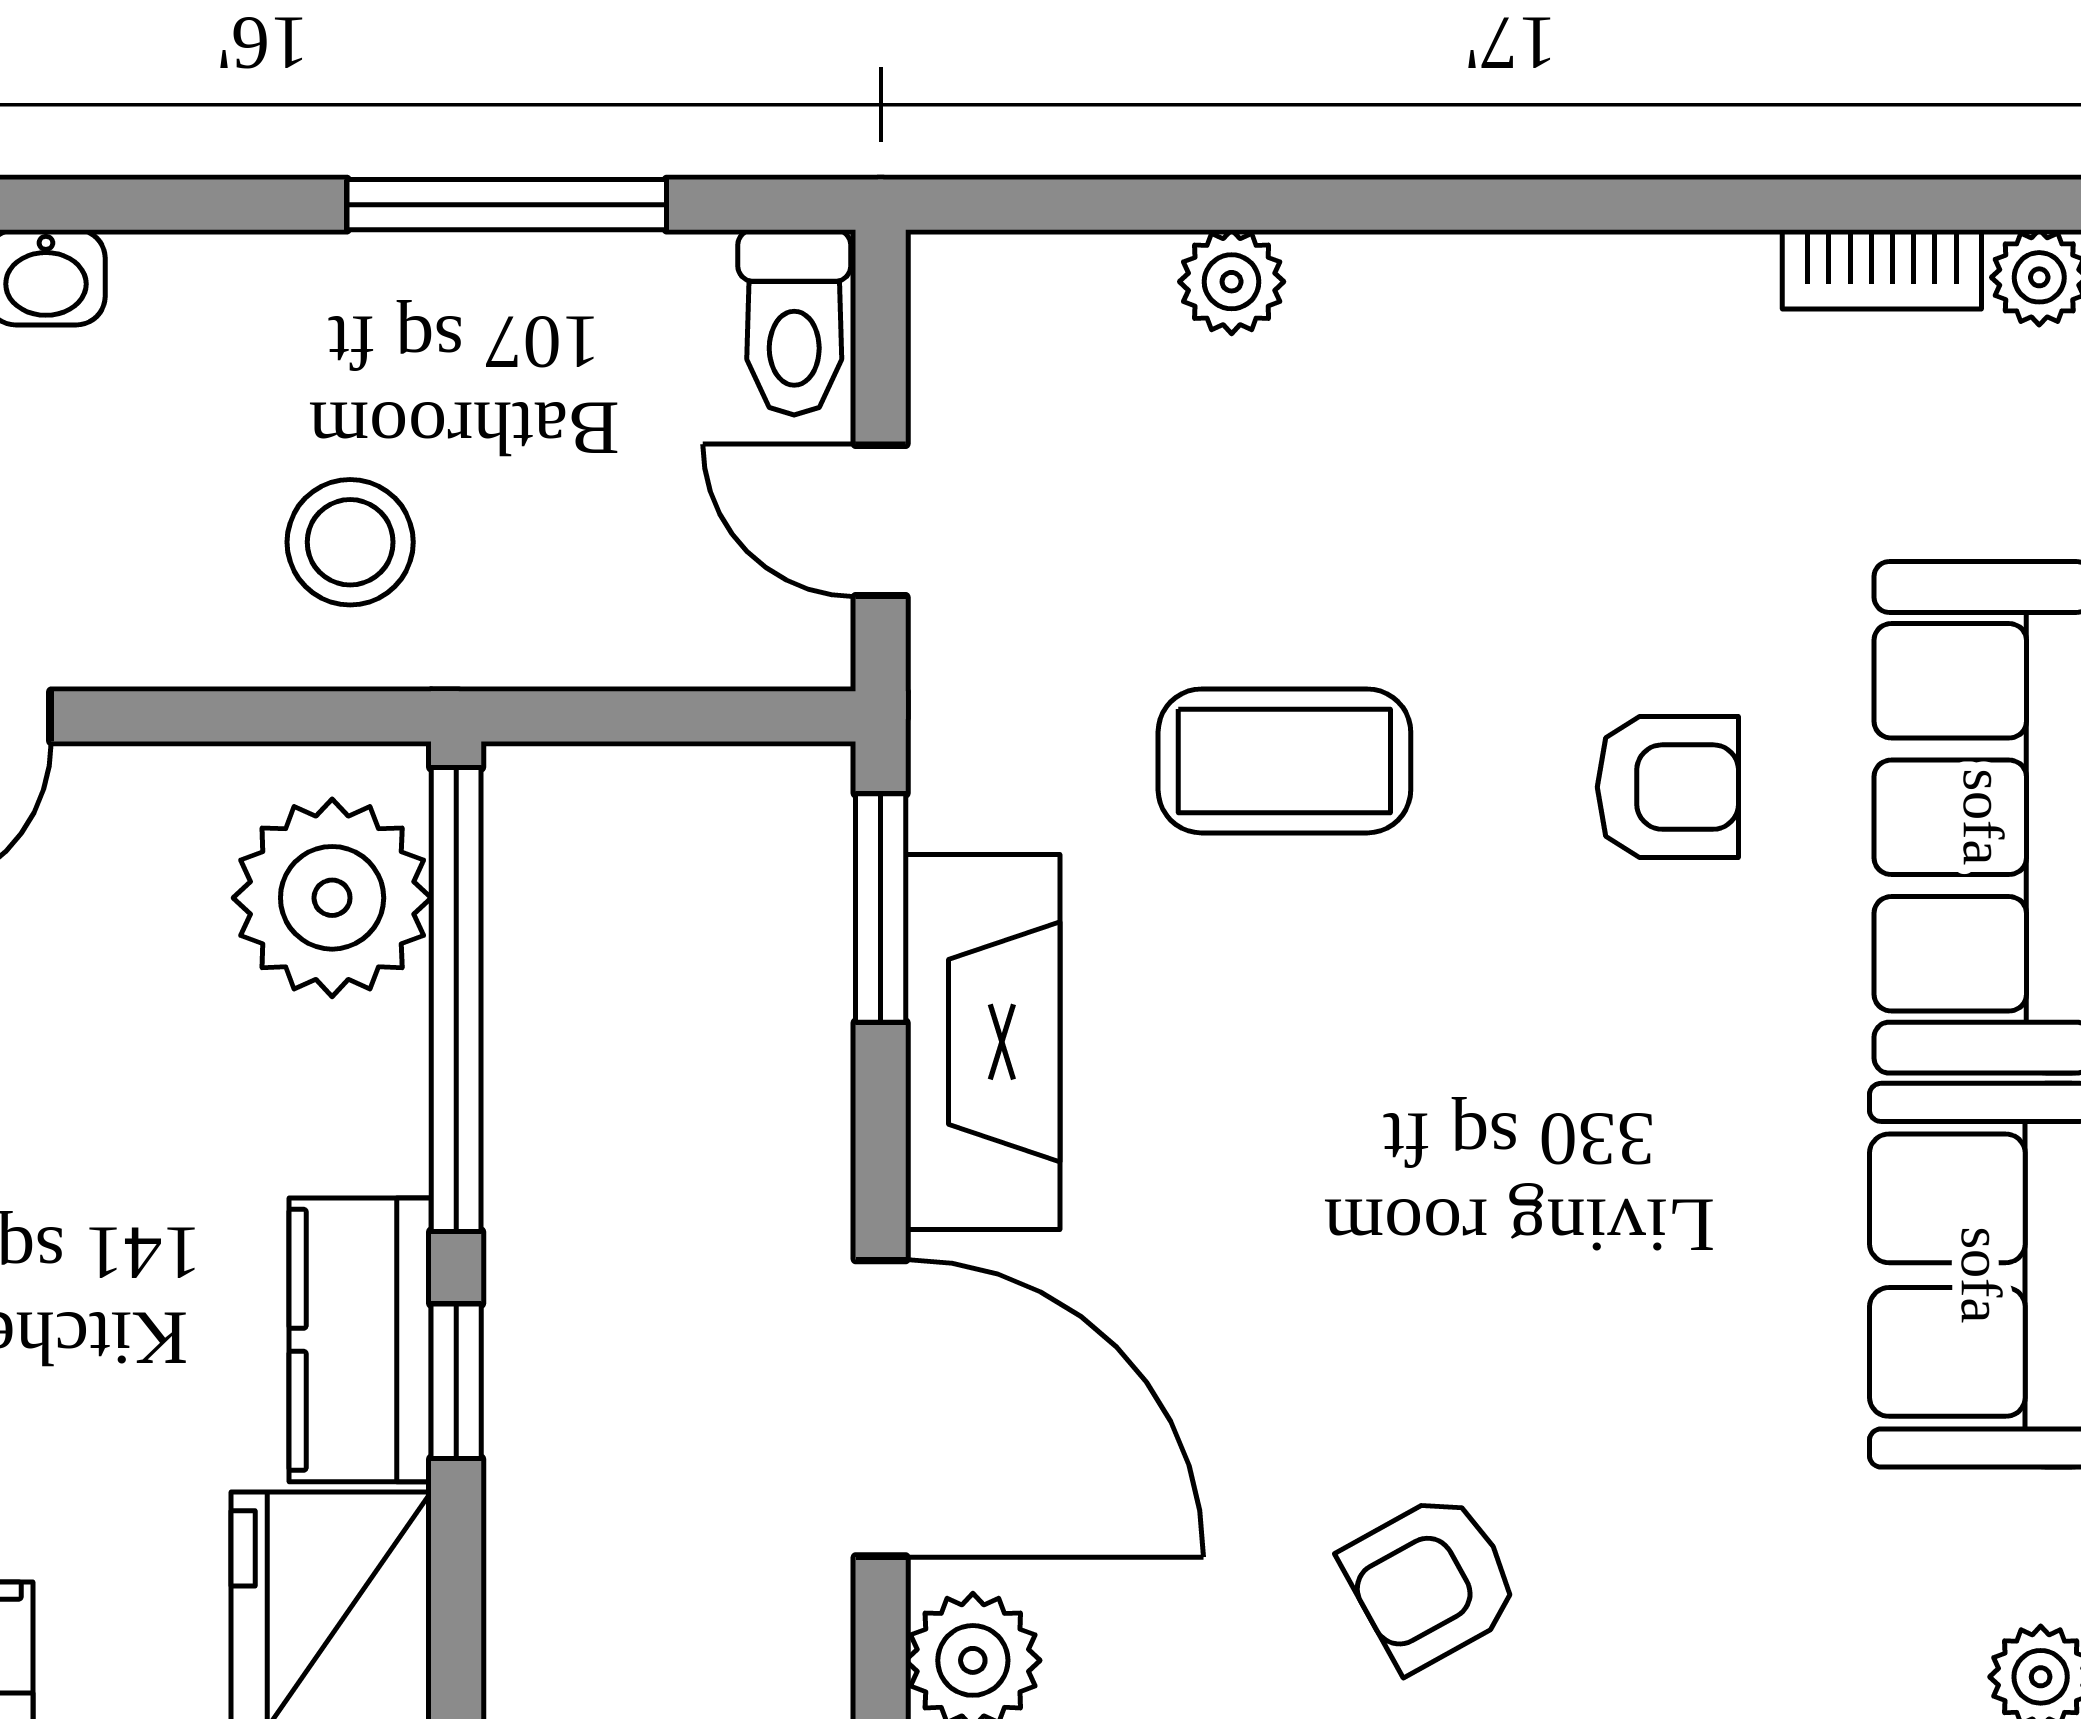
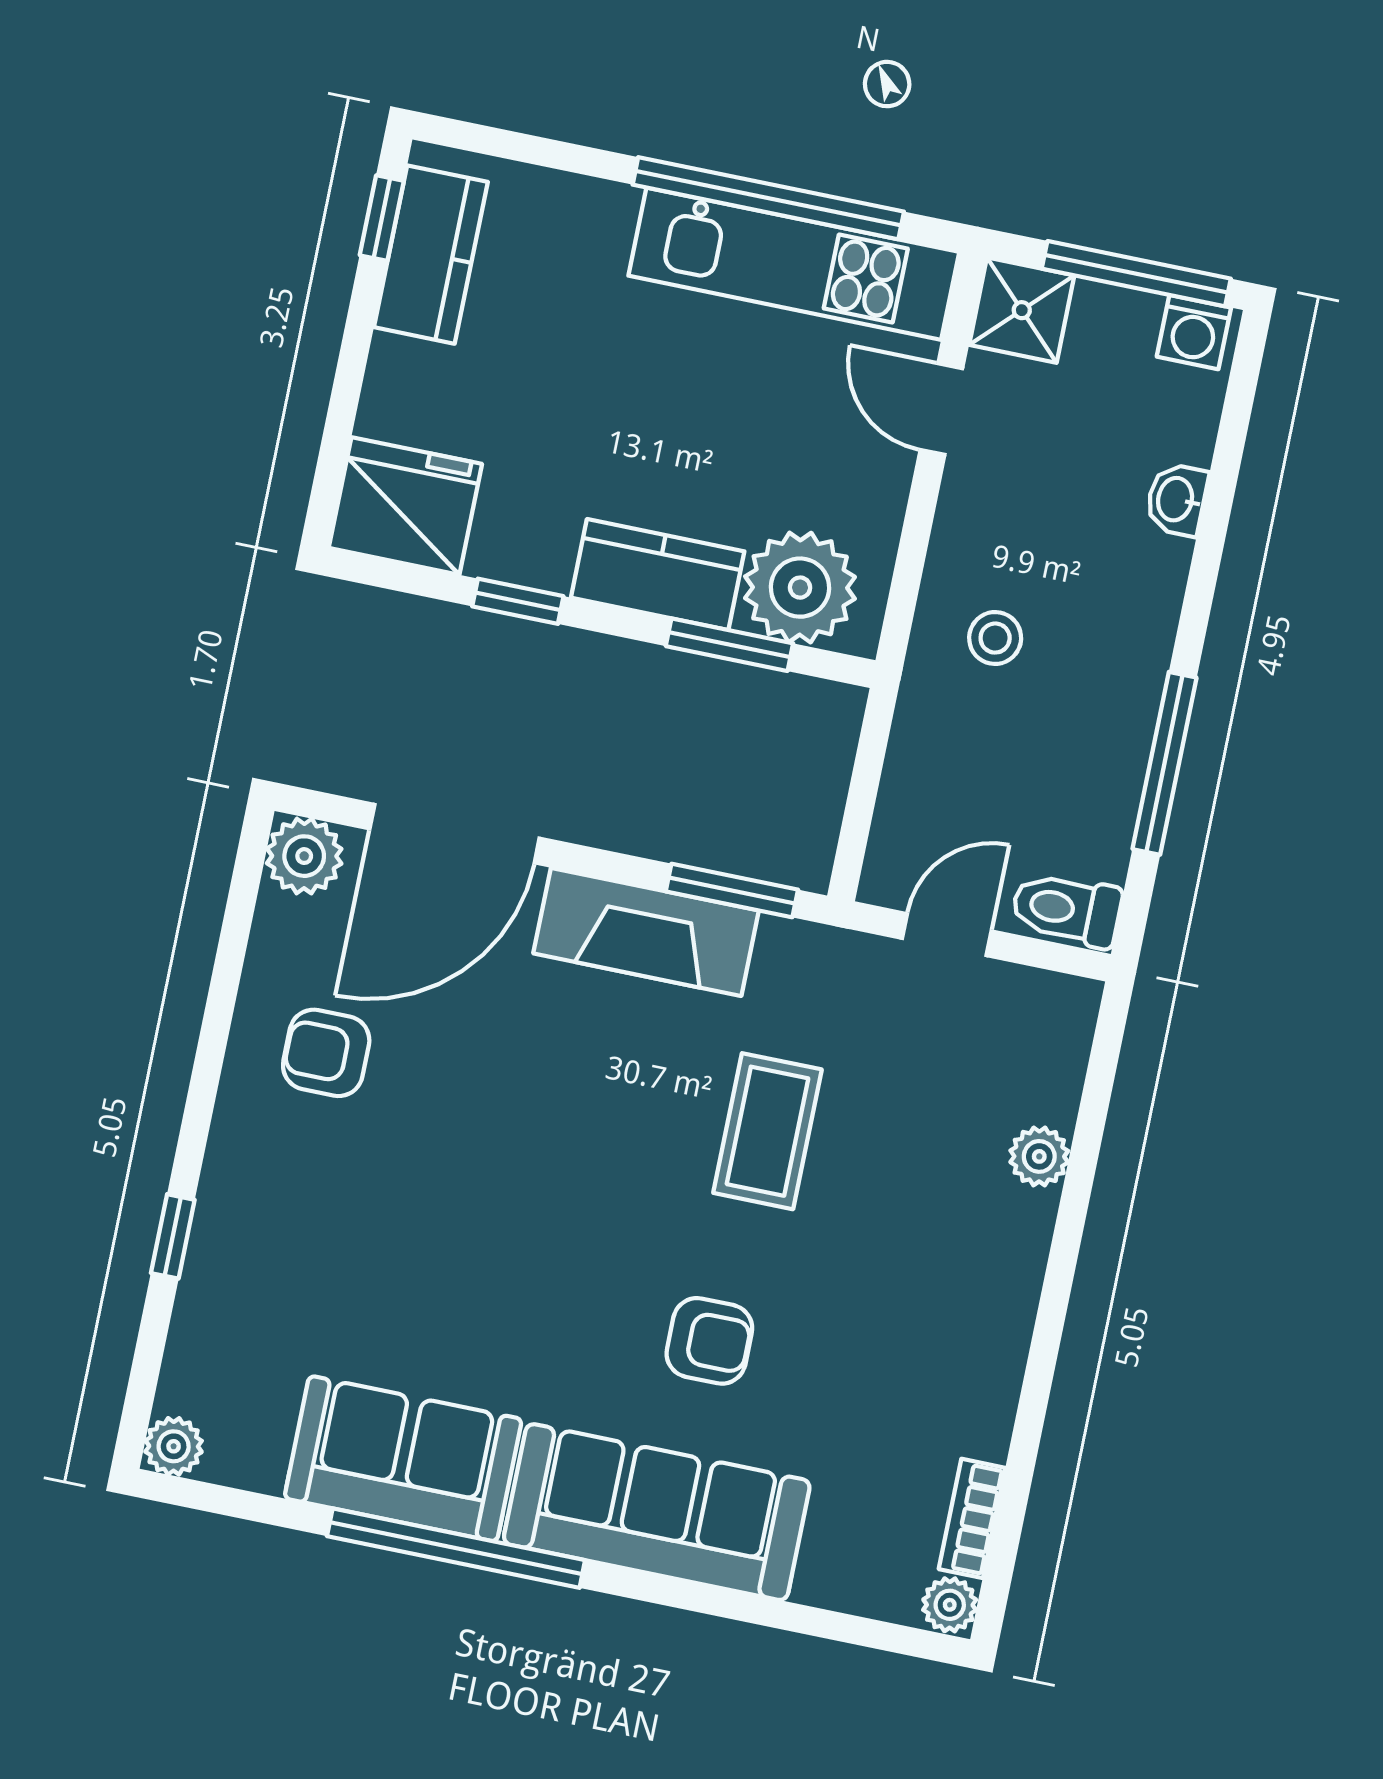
stool: (350, 542) -> (995, 638), width x0.73, depth x0.73
armchair: (1668, 787) -> (709, 1341), turned -90
window: (456, 1000) -> (729, 645), width x0.47
kitchen counter: (360, 1340) -> (658, 575), moved
armchair: (1431, 1581) -> (326, 1053), moved, turned -61

